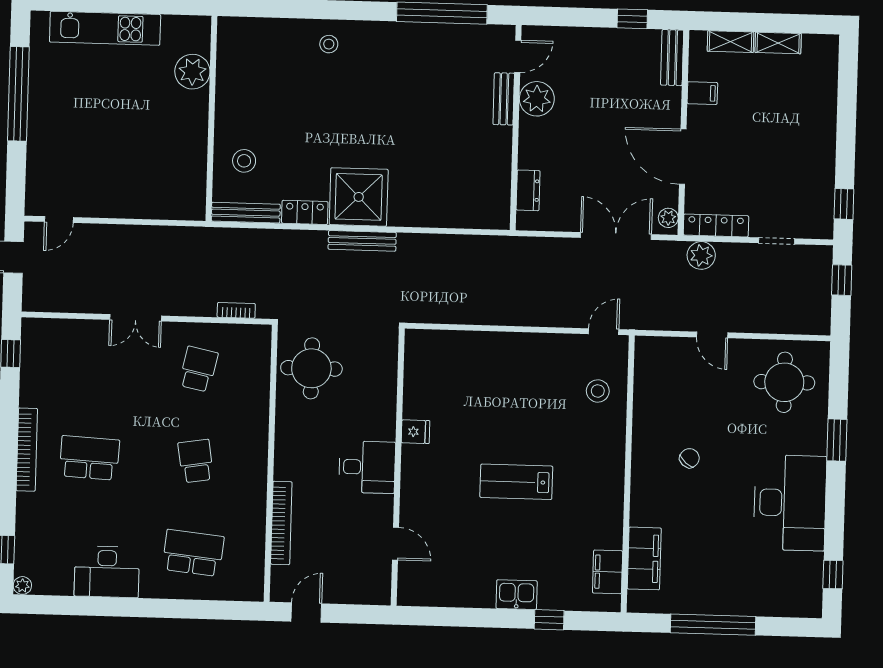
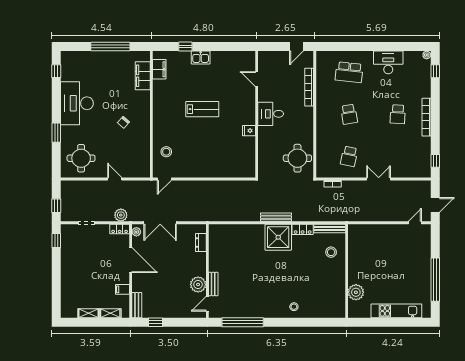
locker: (716, 225) -> (120, 229), width x0.66
school desk: (89, 458) -> (398, 114), width x0.54

